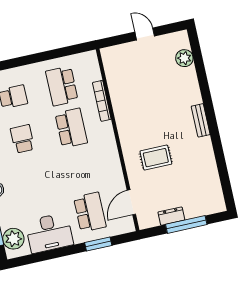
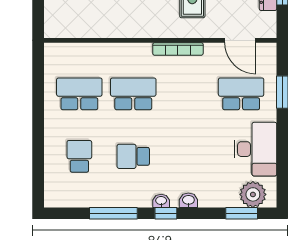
school desk: (62, 86) -> (79, 94), turned 180
bookcase: (102, 101) -> (178, 49), moved

